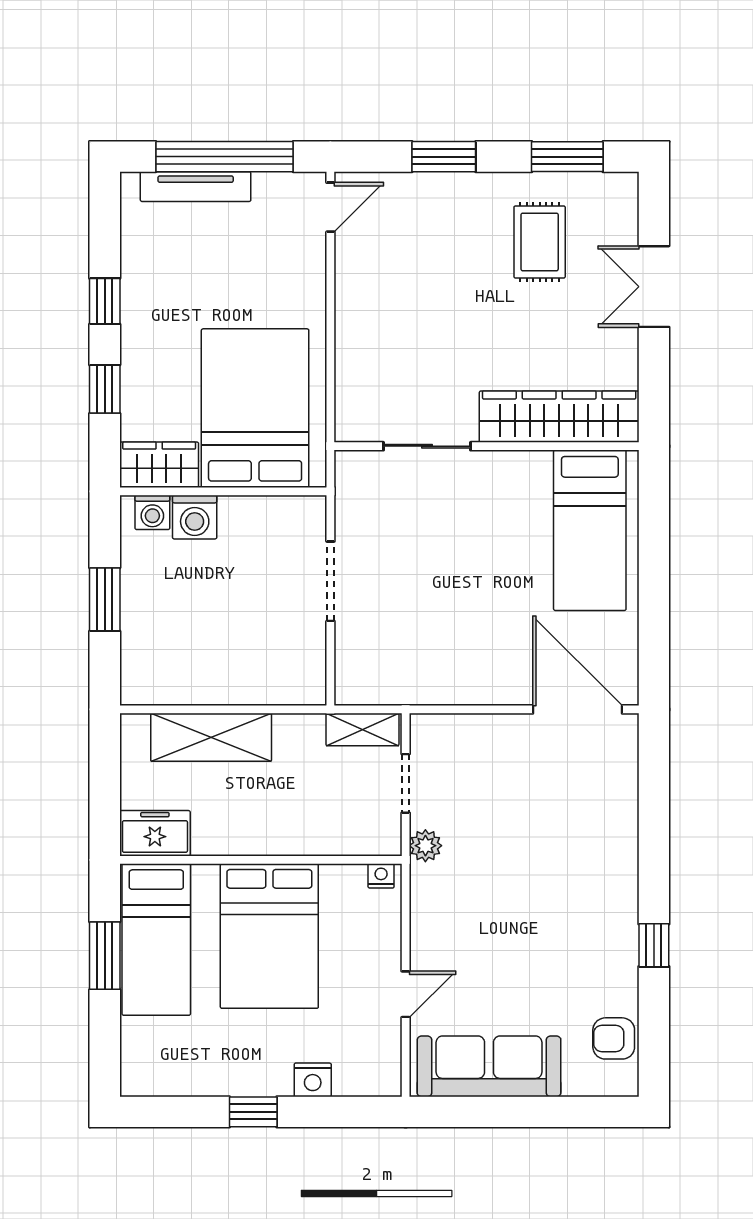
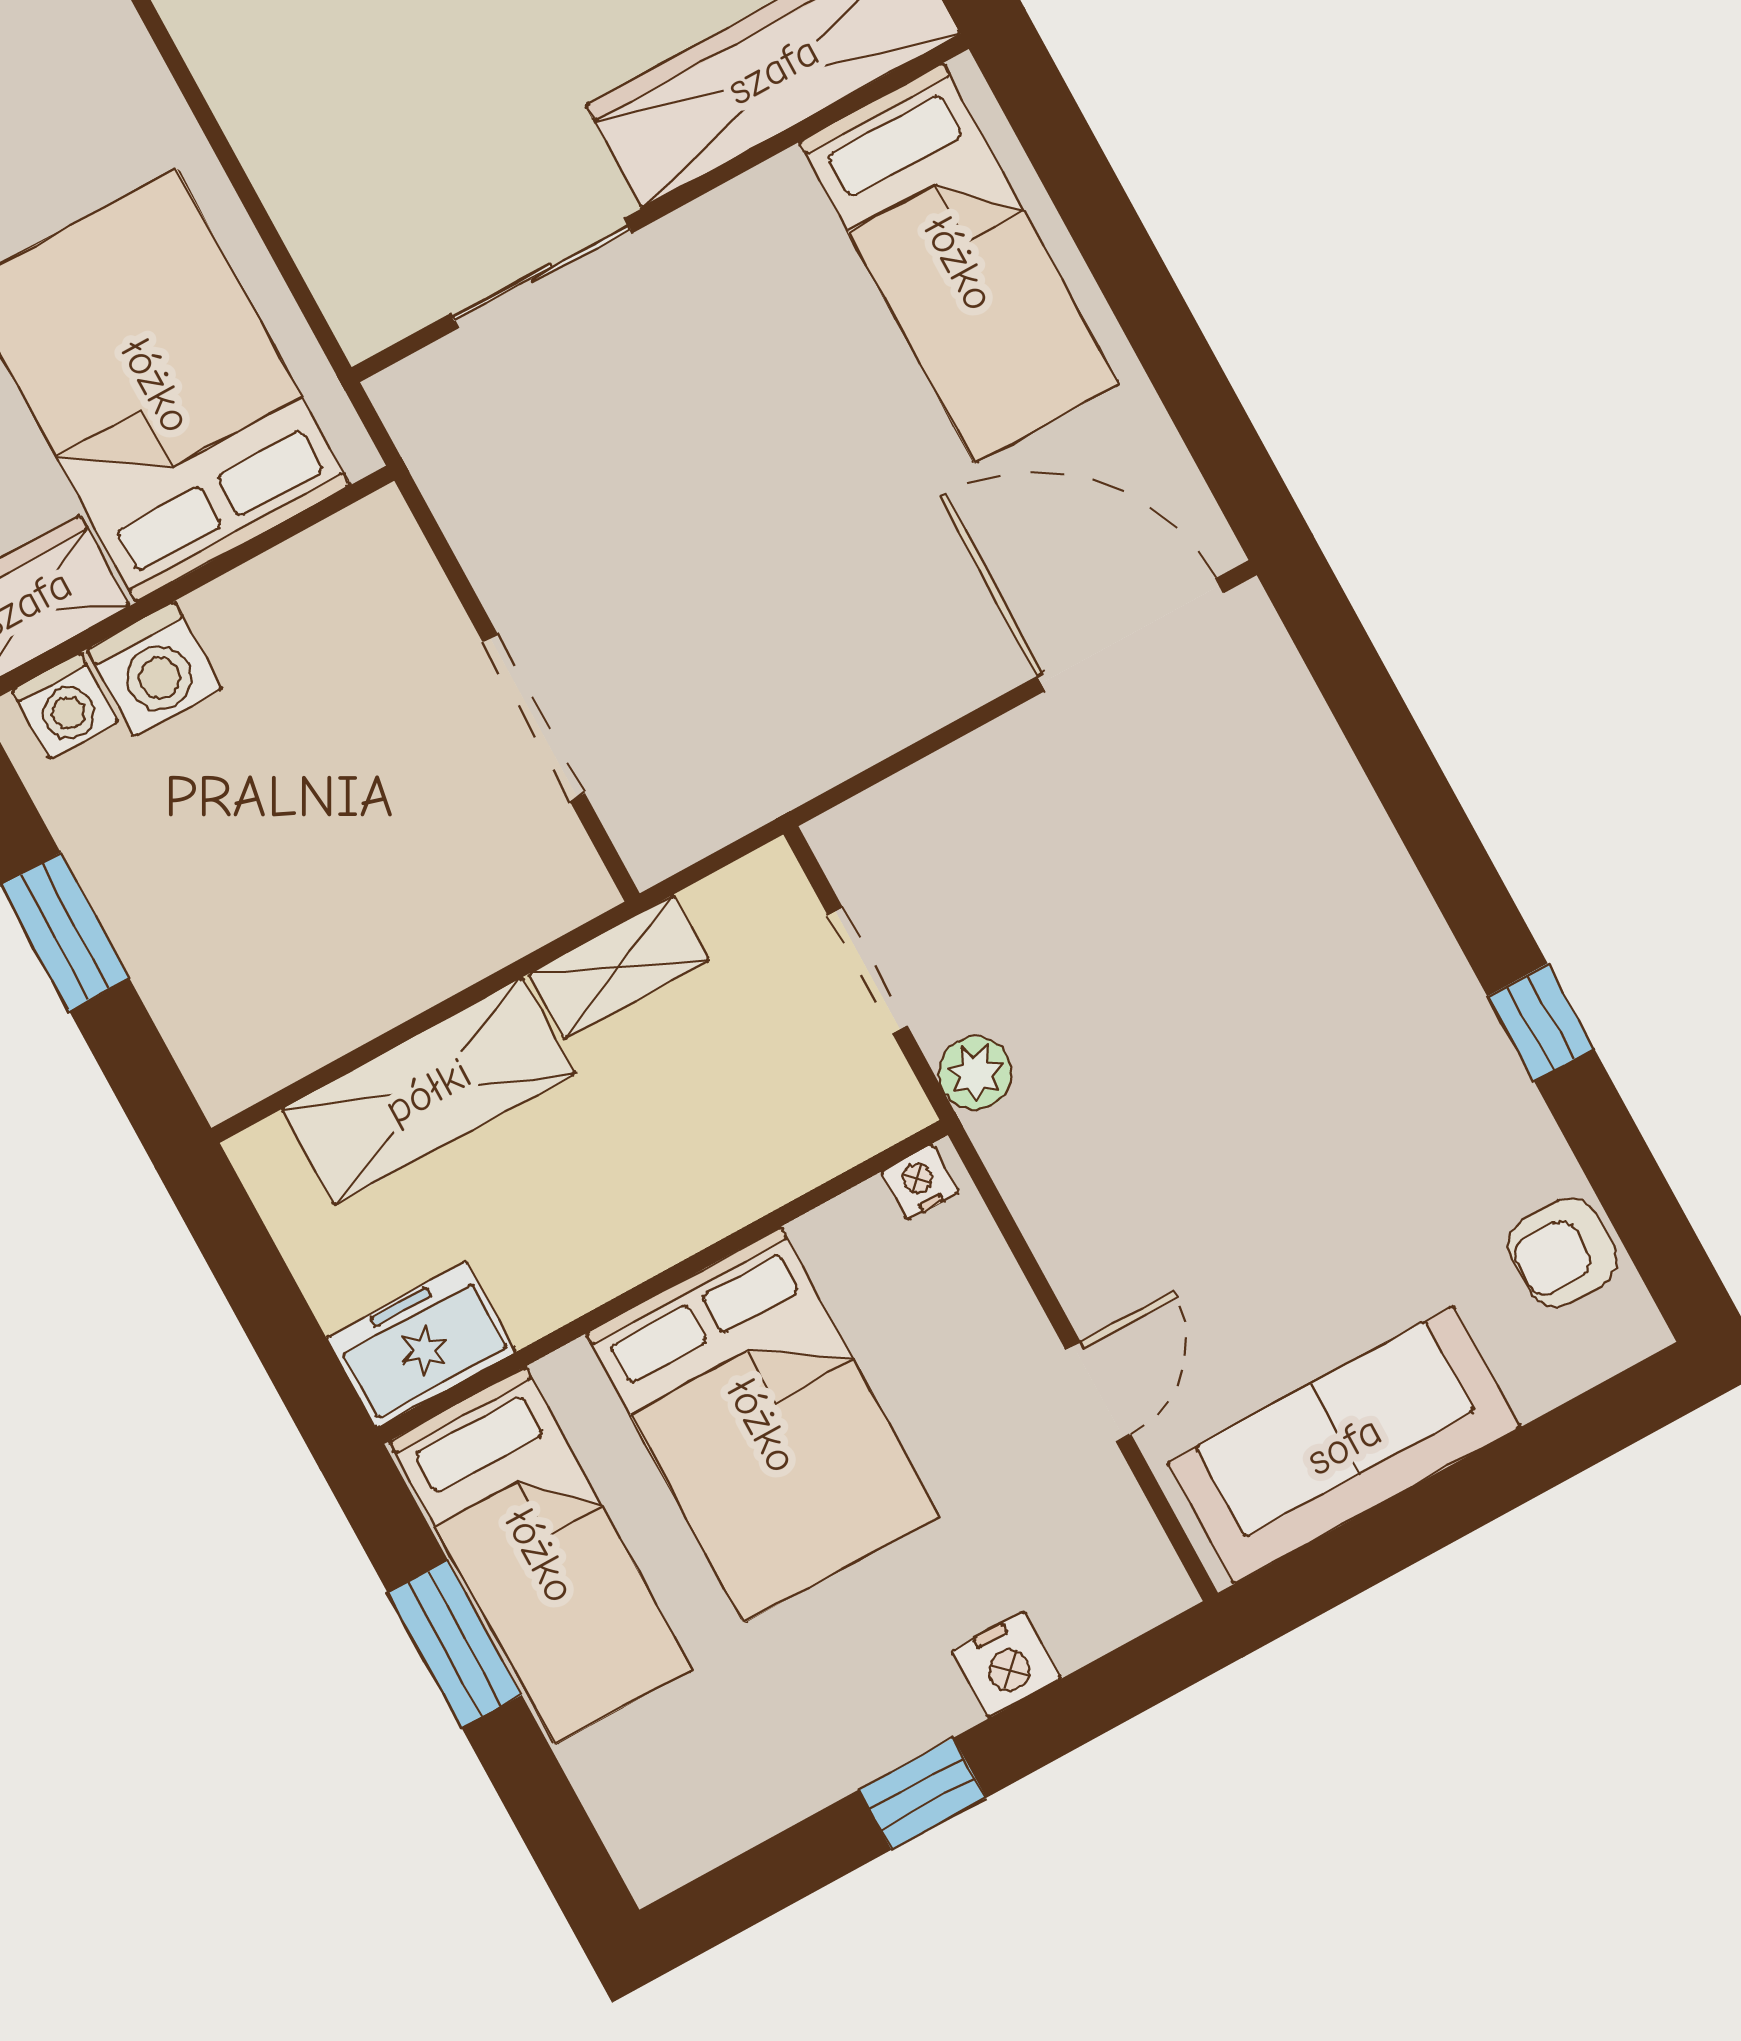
doorway: (330, 581) -> (534, 717), moved
shelving: (362, 730) -> (619, 967), moved

